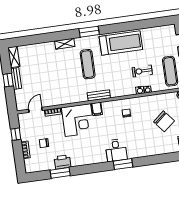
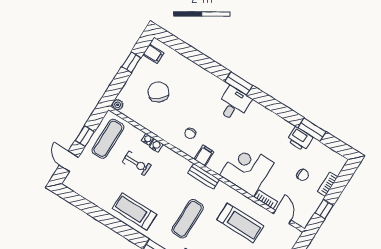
treadmill: (121, 43) -> (134, 211), width x0.73, depth x0.73
treadmill: (56, 87) -> (240, 223), added
filing cabinet: (97, 109) -> (204, 155), moved
door: (35, 110) -> (282, 217), swing flipped

